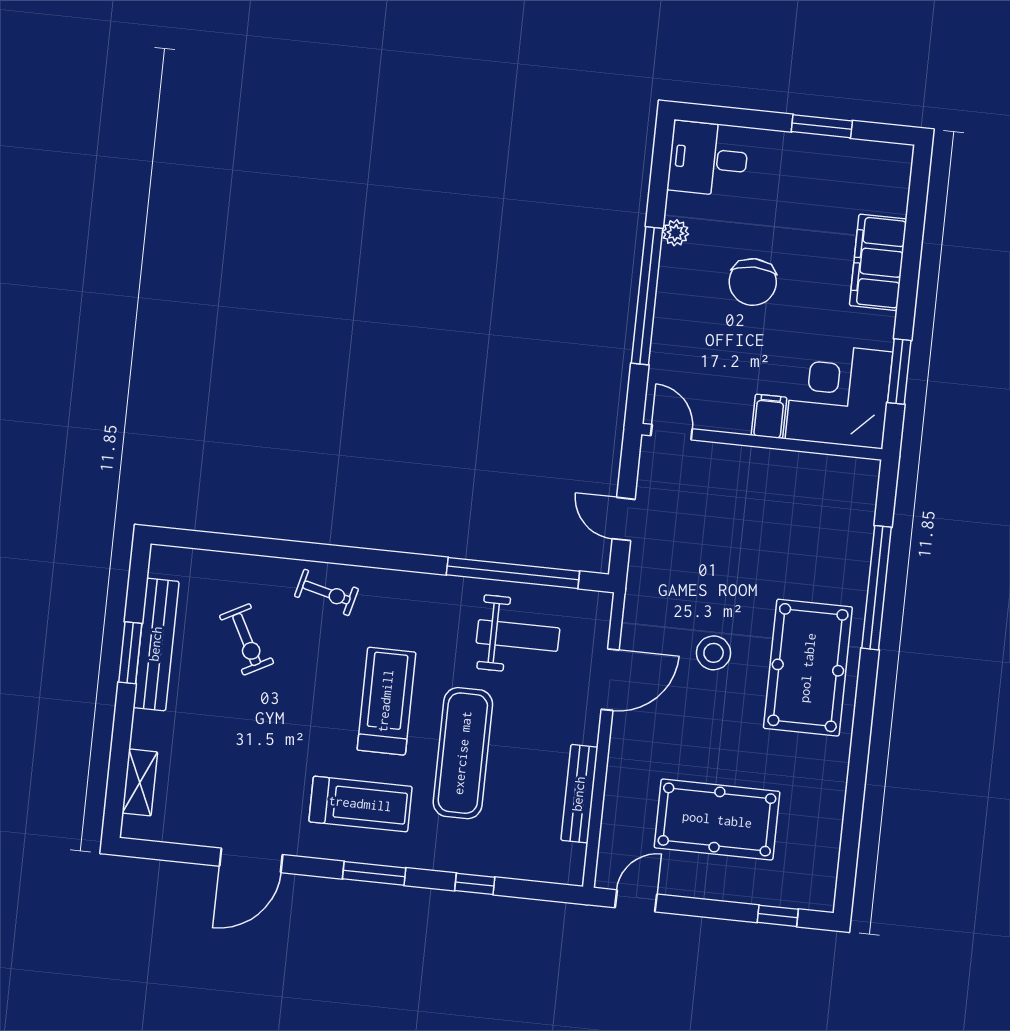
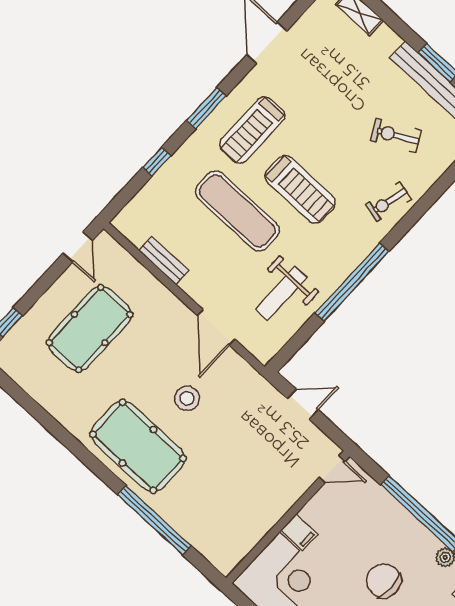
window: (513, 573) -> (352, 282), moved
bench: (579, 794) -> (164, 261), width x0.73

